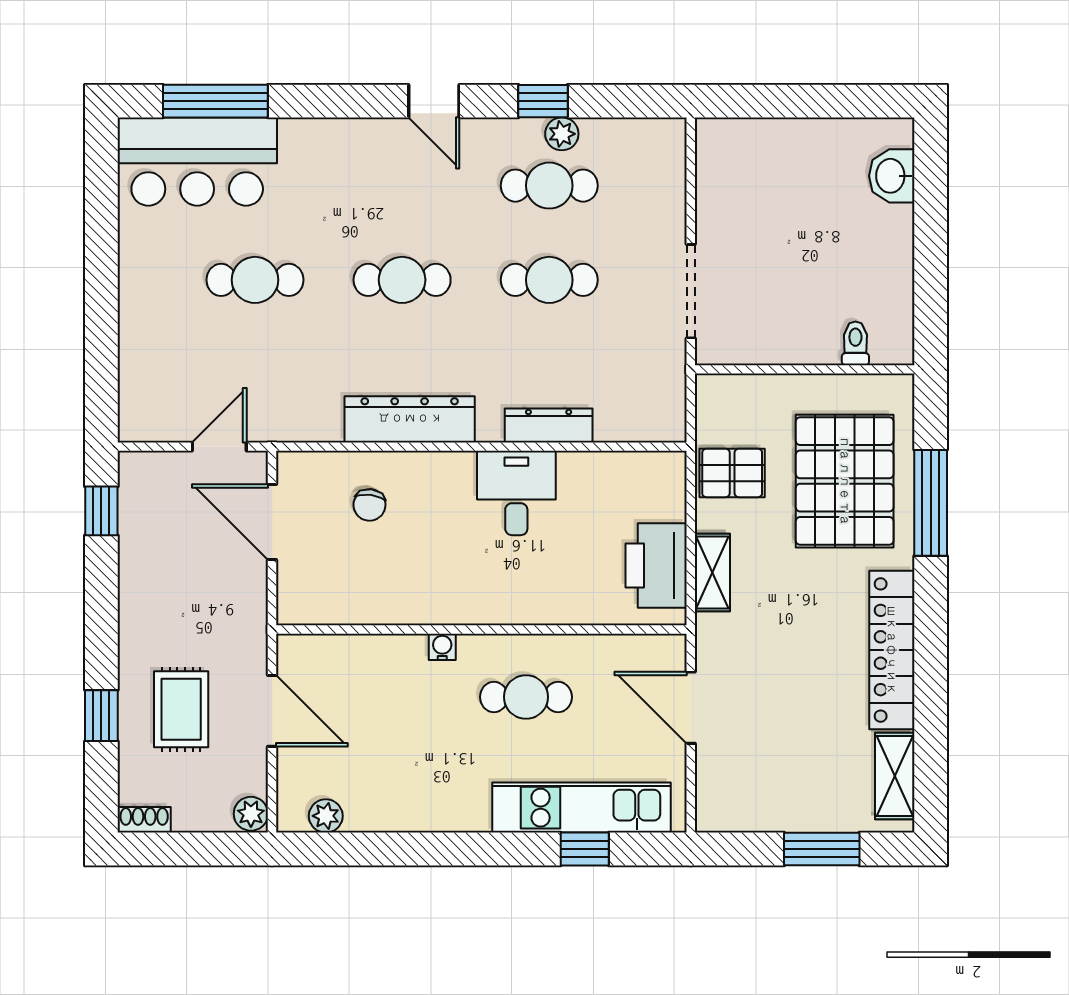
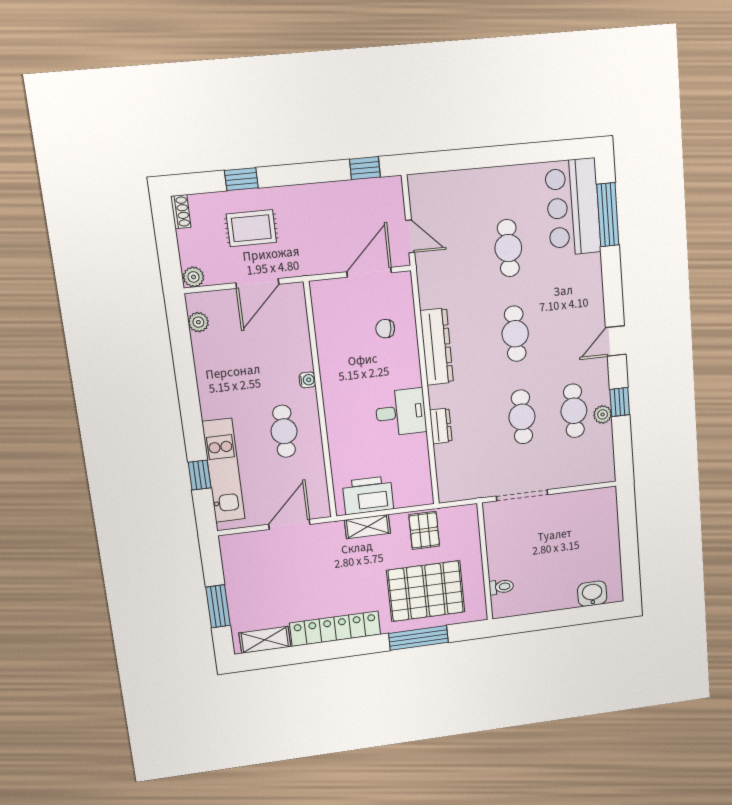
dresser: (549, 425) -> (441, 426), width x0.70

